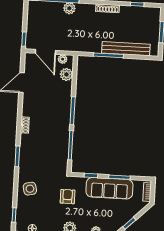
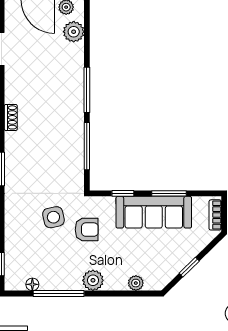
side table: (30, 189) -> (53, 217), moved
armchair: (68, 197) -> (87, 230), turned 90

